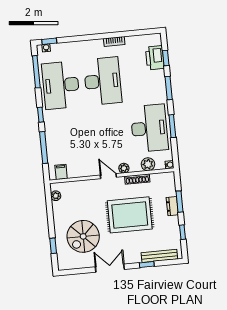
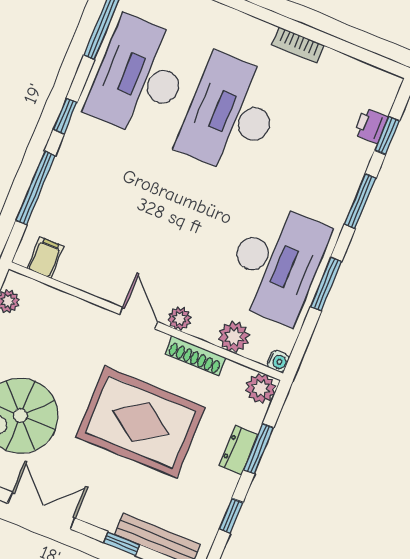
printer: (155, 58) -> (371, 126), width x0.53, depth x0.68
desk: (103, 81) -> (231, 114), turned 180
plant: (168, 178) -> (261, 388), added

